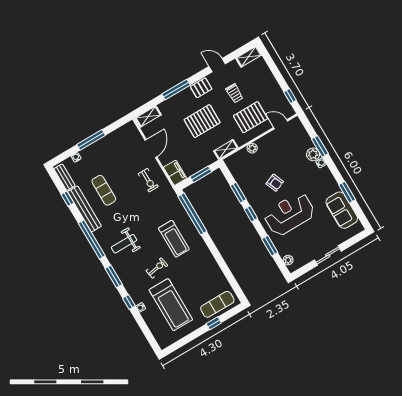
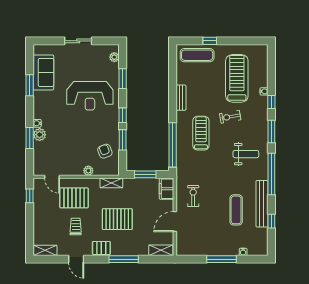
bench: (65, 177) -> (181, 98), moved
armchair: (275, 183) -> (105, 151), moved

